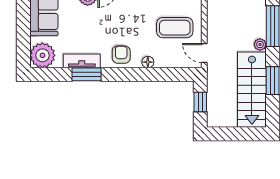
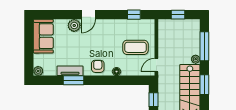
door: (204, 53) -> (156, 65), hinge flipped
plant: (42, 55) -> (38, 71), width x0.53, depth x0.53

